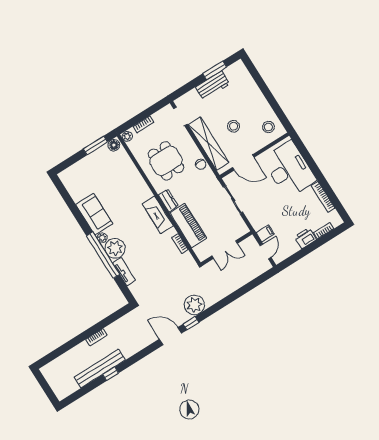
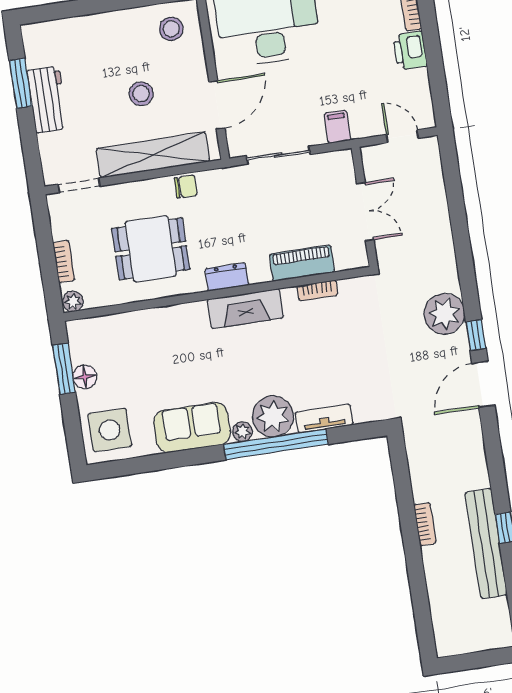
floor lamp: (114, 145) -> (85, 377), moved
side table: (77, 178) -> (110, 430), added
piano: (188, 225) -> (302, 263), width x0.73, depth x0.75
filing cabinet: (265, 233) -> (337, 127), moved

